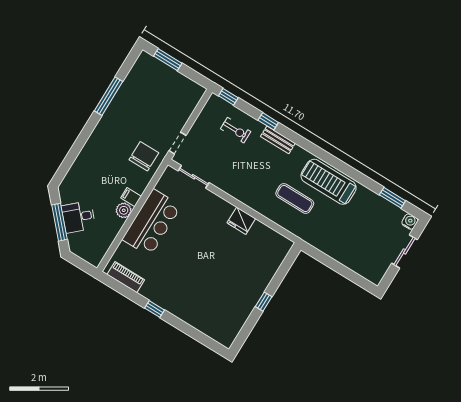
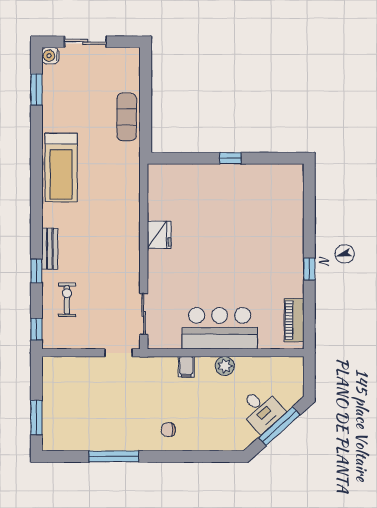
chair: (144, 156) -> (168, 430), moved, width x0.54, depth x0.54
filing cabinet: (131, 197) -> (186, 367), moved
exercise mat: (295, 198) -> (127, 117), moved

